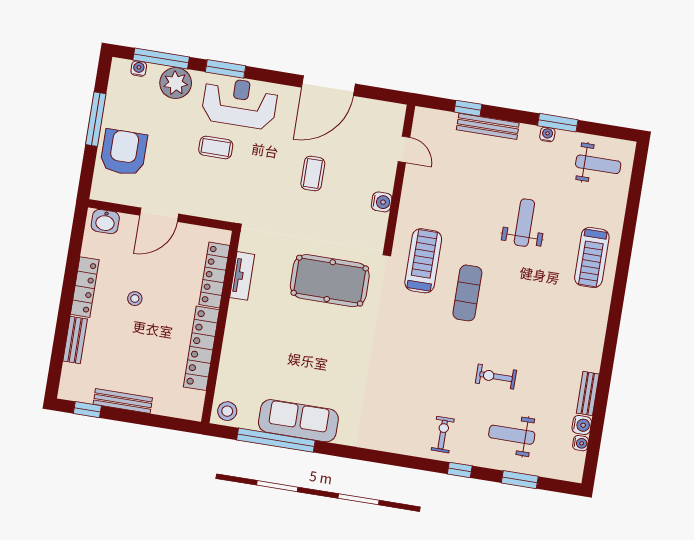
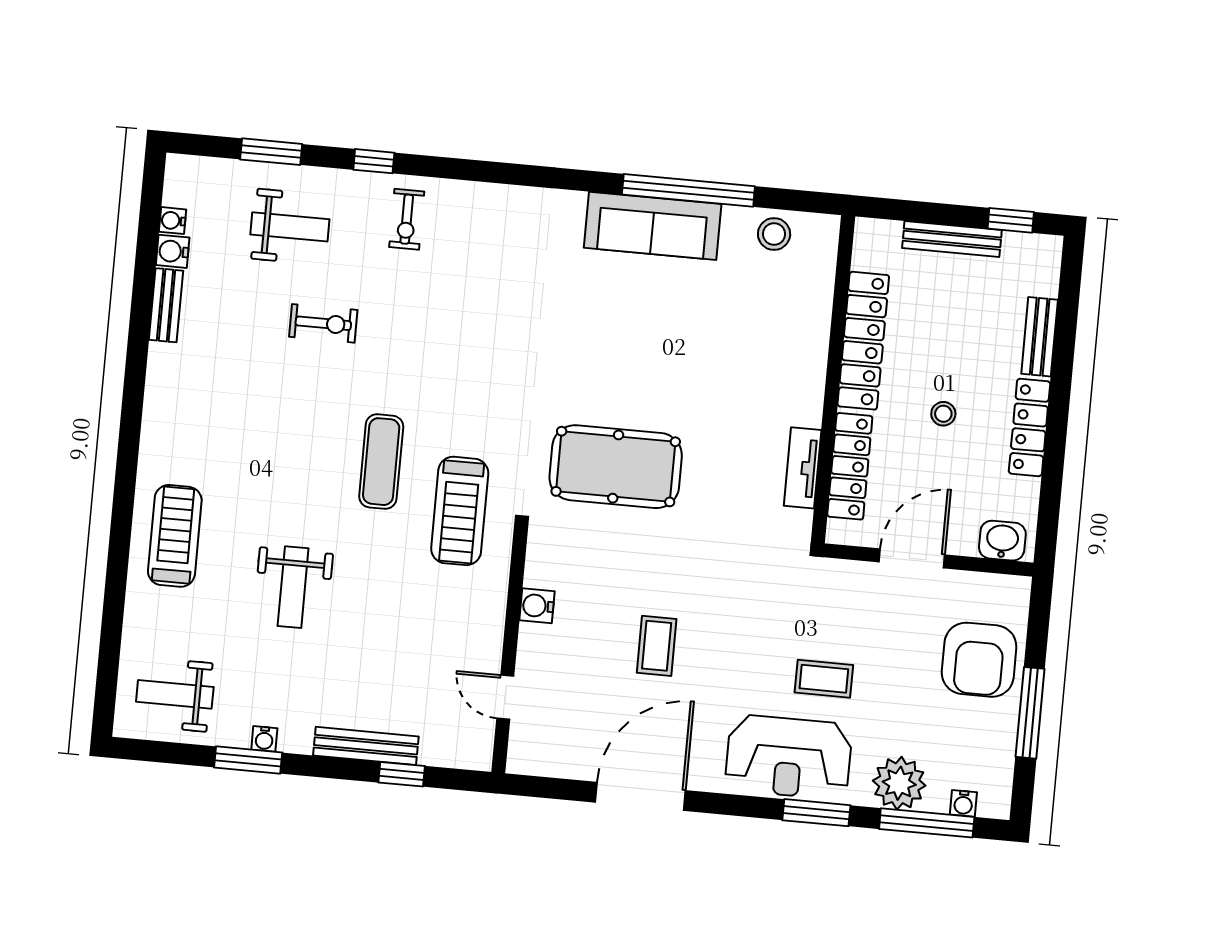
locker: (214, 275) -> (850, 466), moved
tv unit: (242, 276) -> (803, 468), moved
wall: (221, 327) -> (833, 379), moved
locker: (201, 348) -> (863, 341), moved

